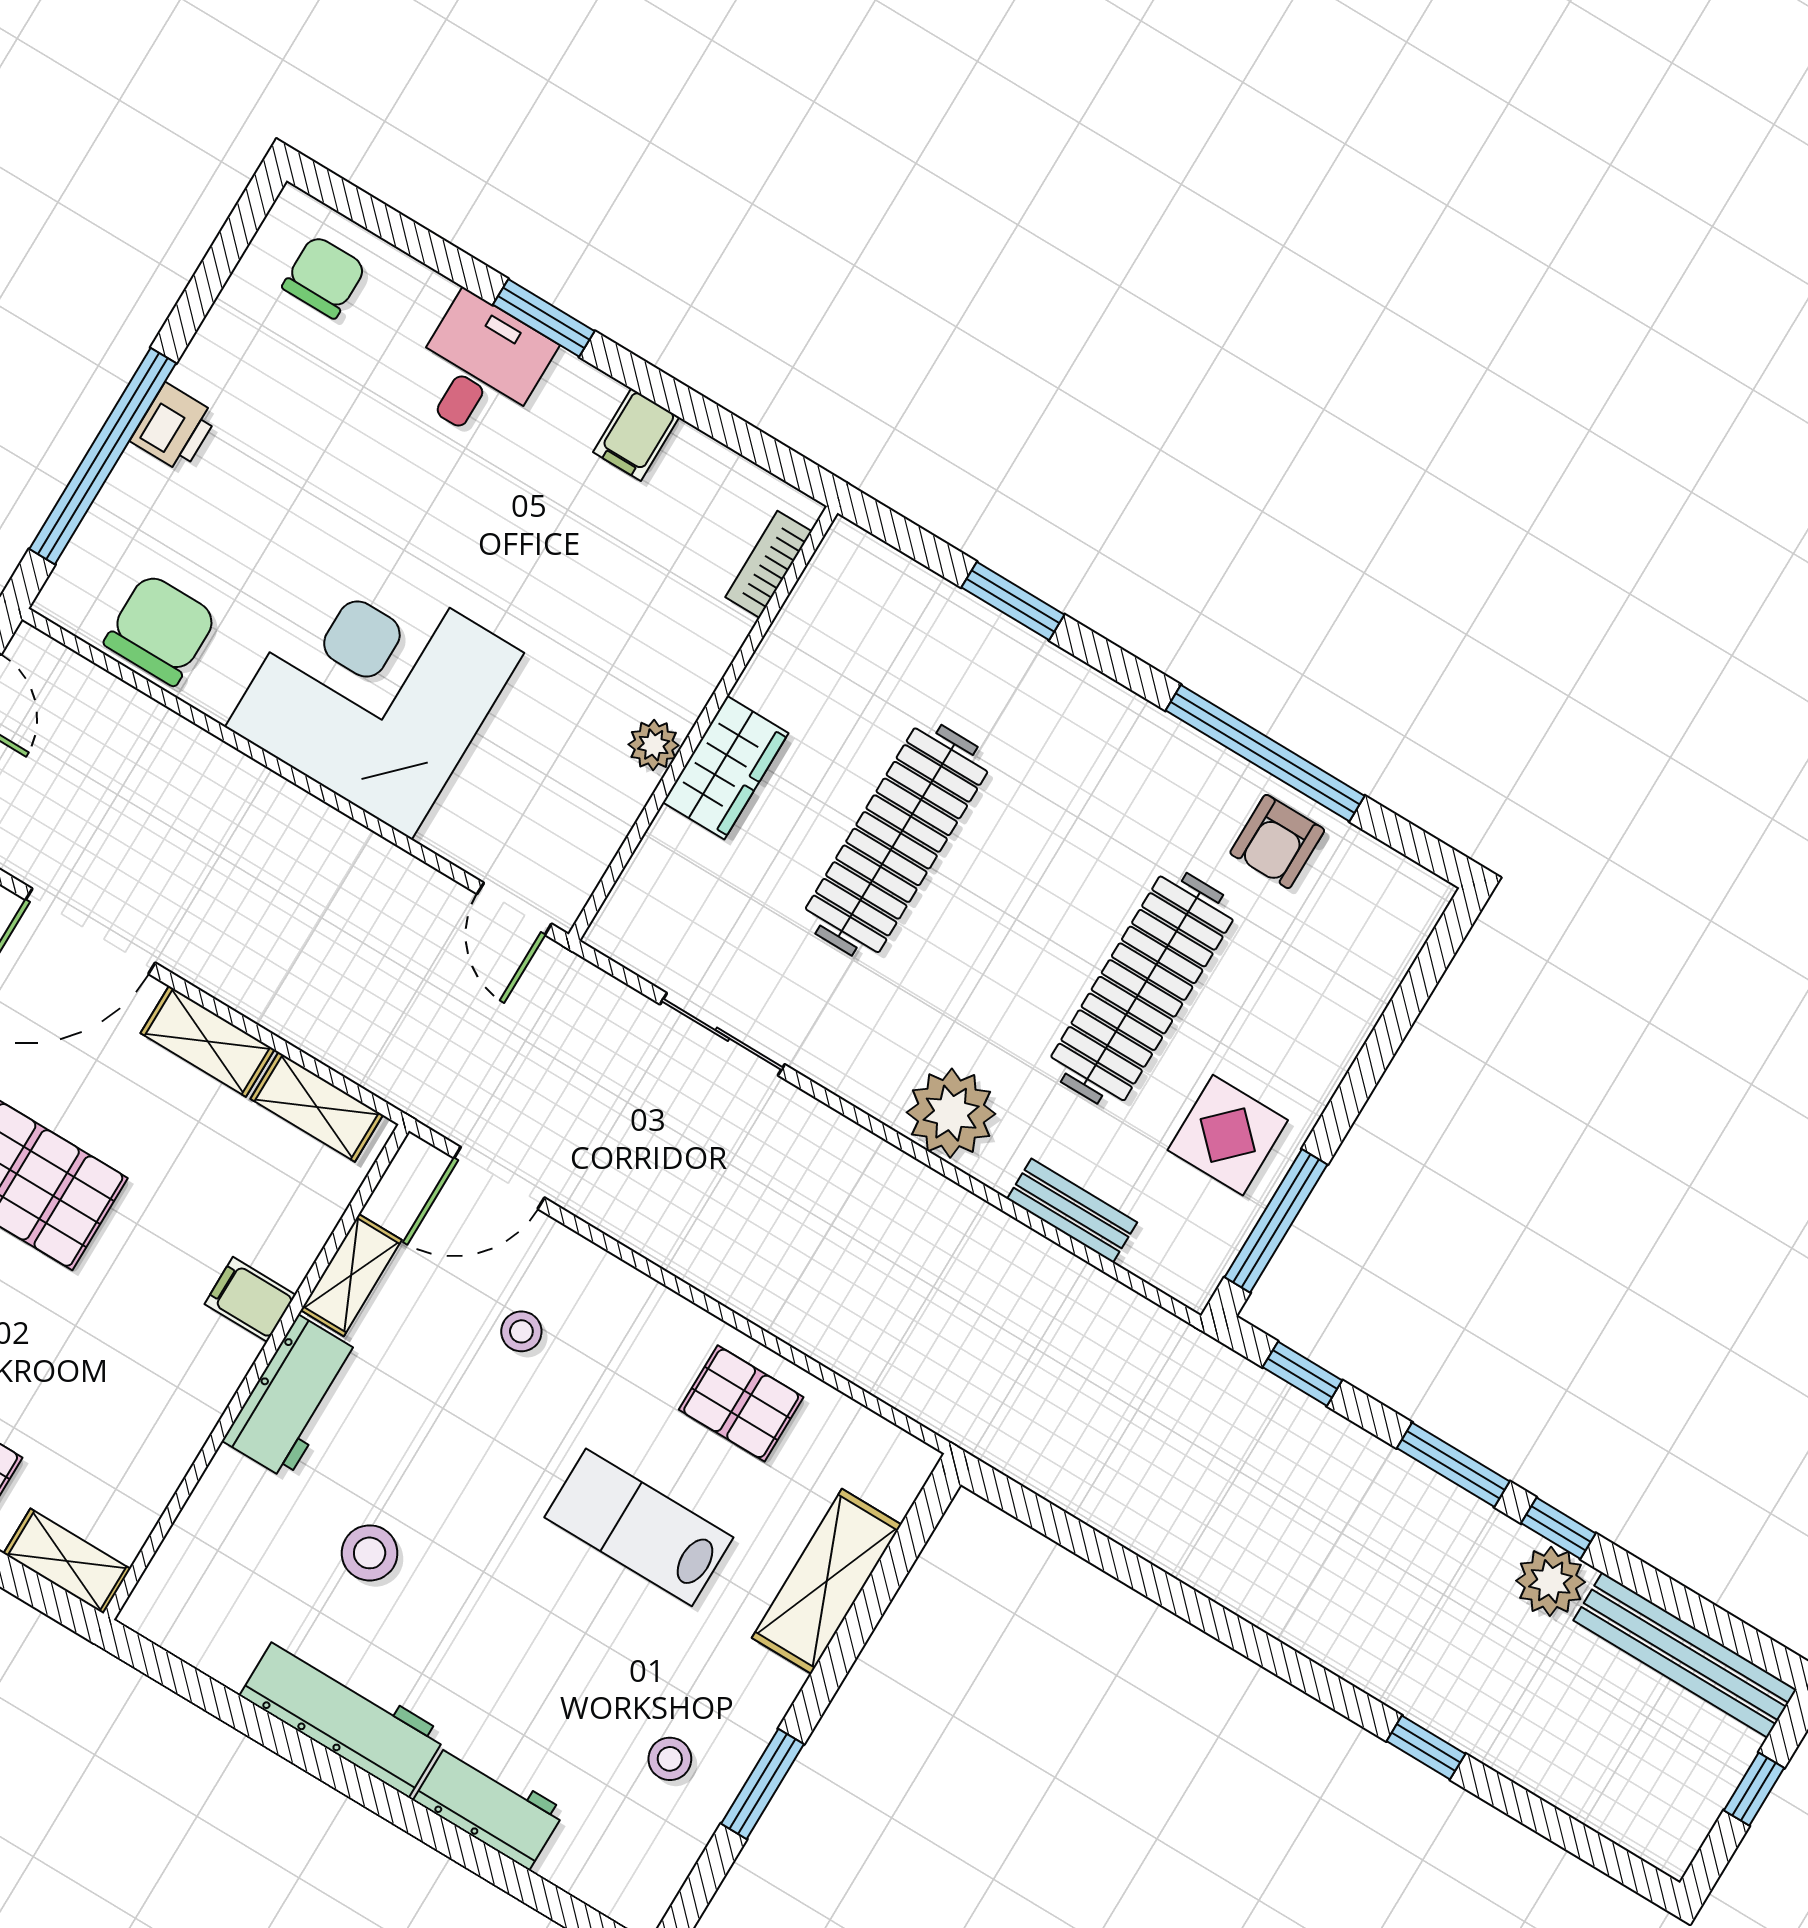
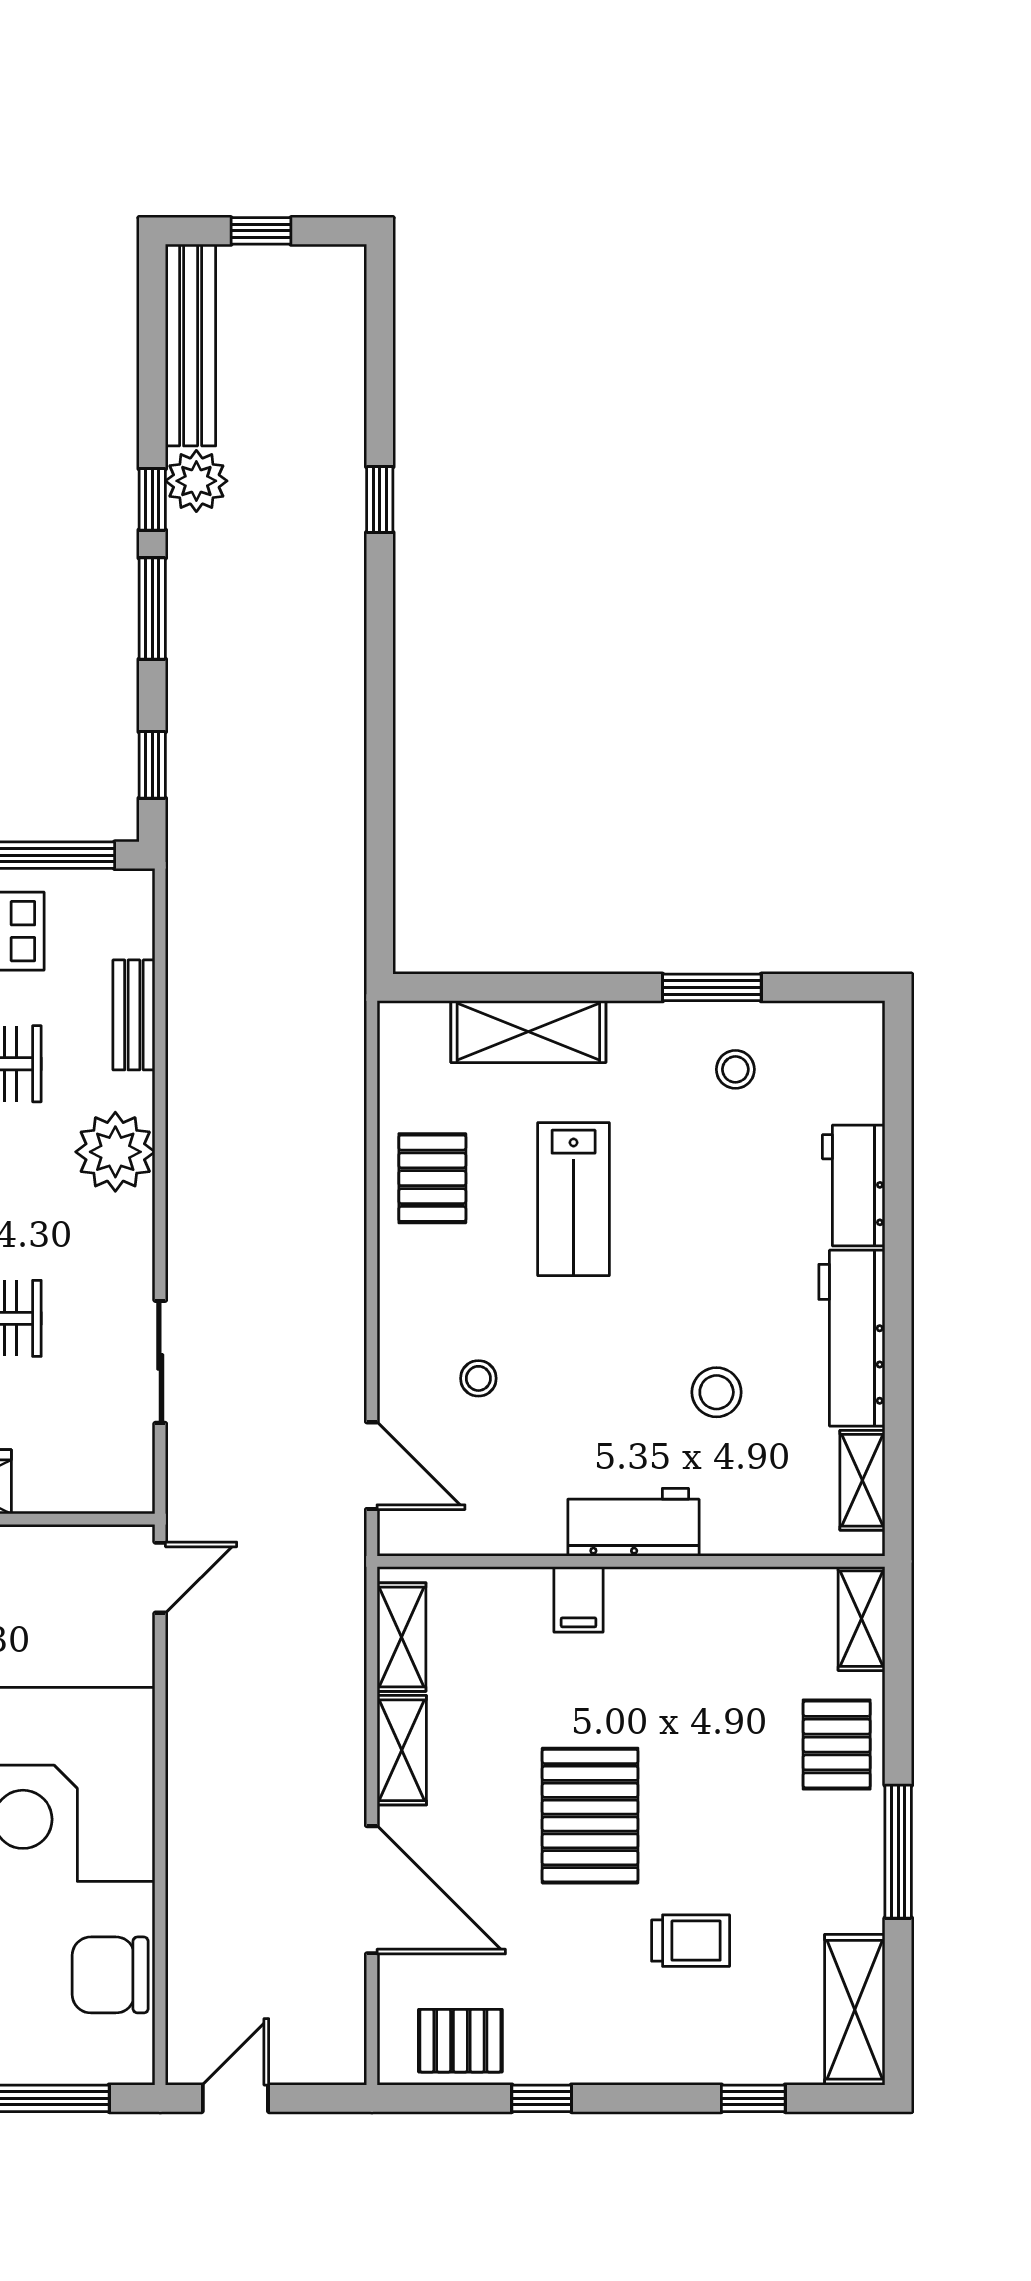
shelving: (351, 1275) -> (862, 1480), moved, turned 90

